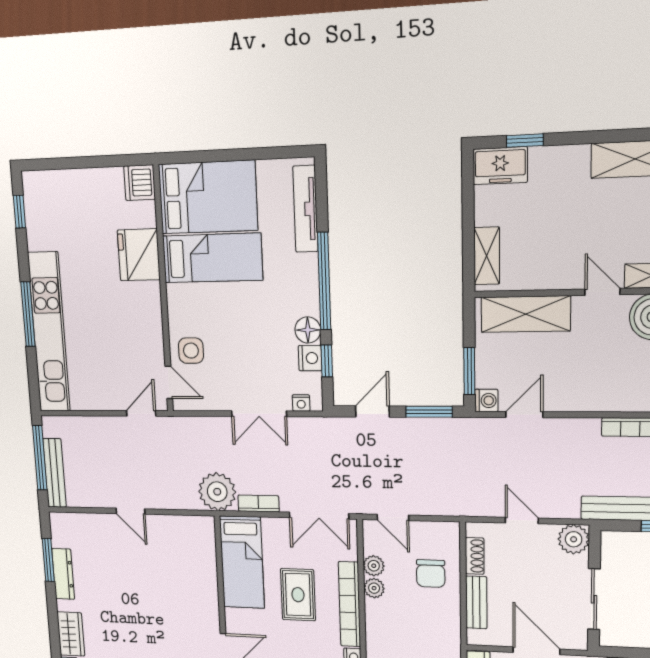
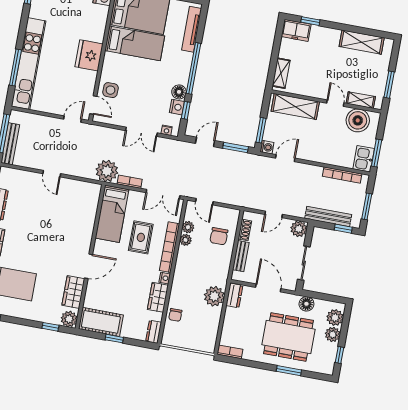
fridge: (139, 255) -> (89, 55), moved
window: (28, 314) -> (15, 68), moved
door: (522, 520) -> (274, 214), swing flipped

